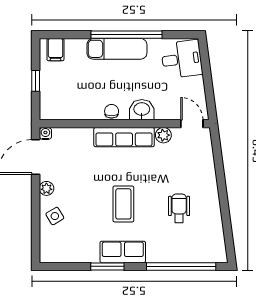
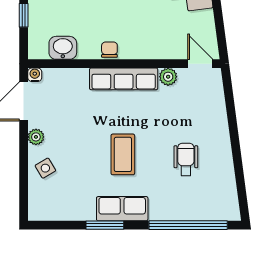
washbasin: (142, 110) -> (63, 48), moved

